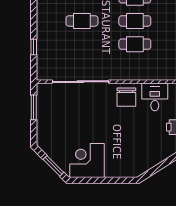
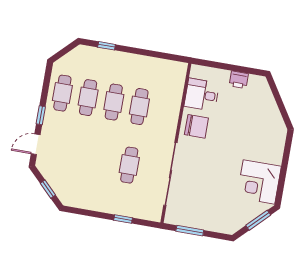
cafe table: (82, 21) -> (129, 165), moved

